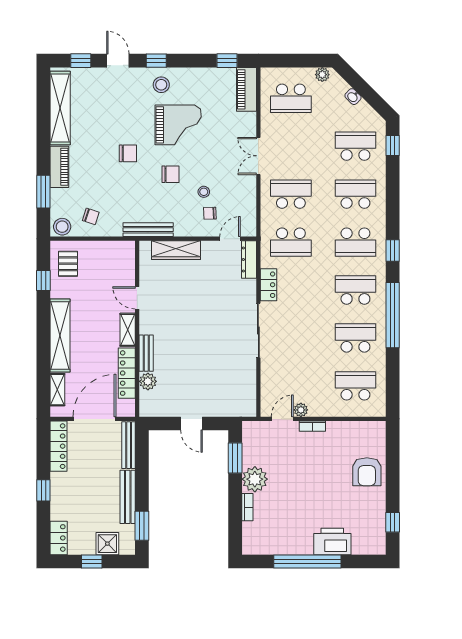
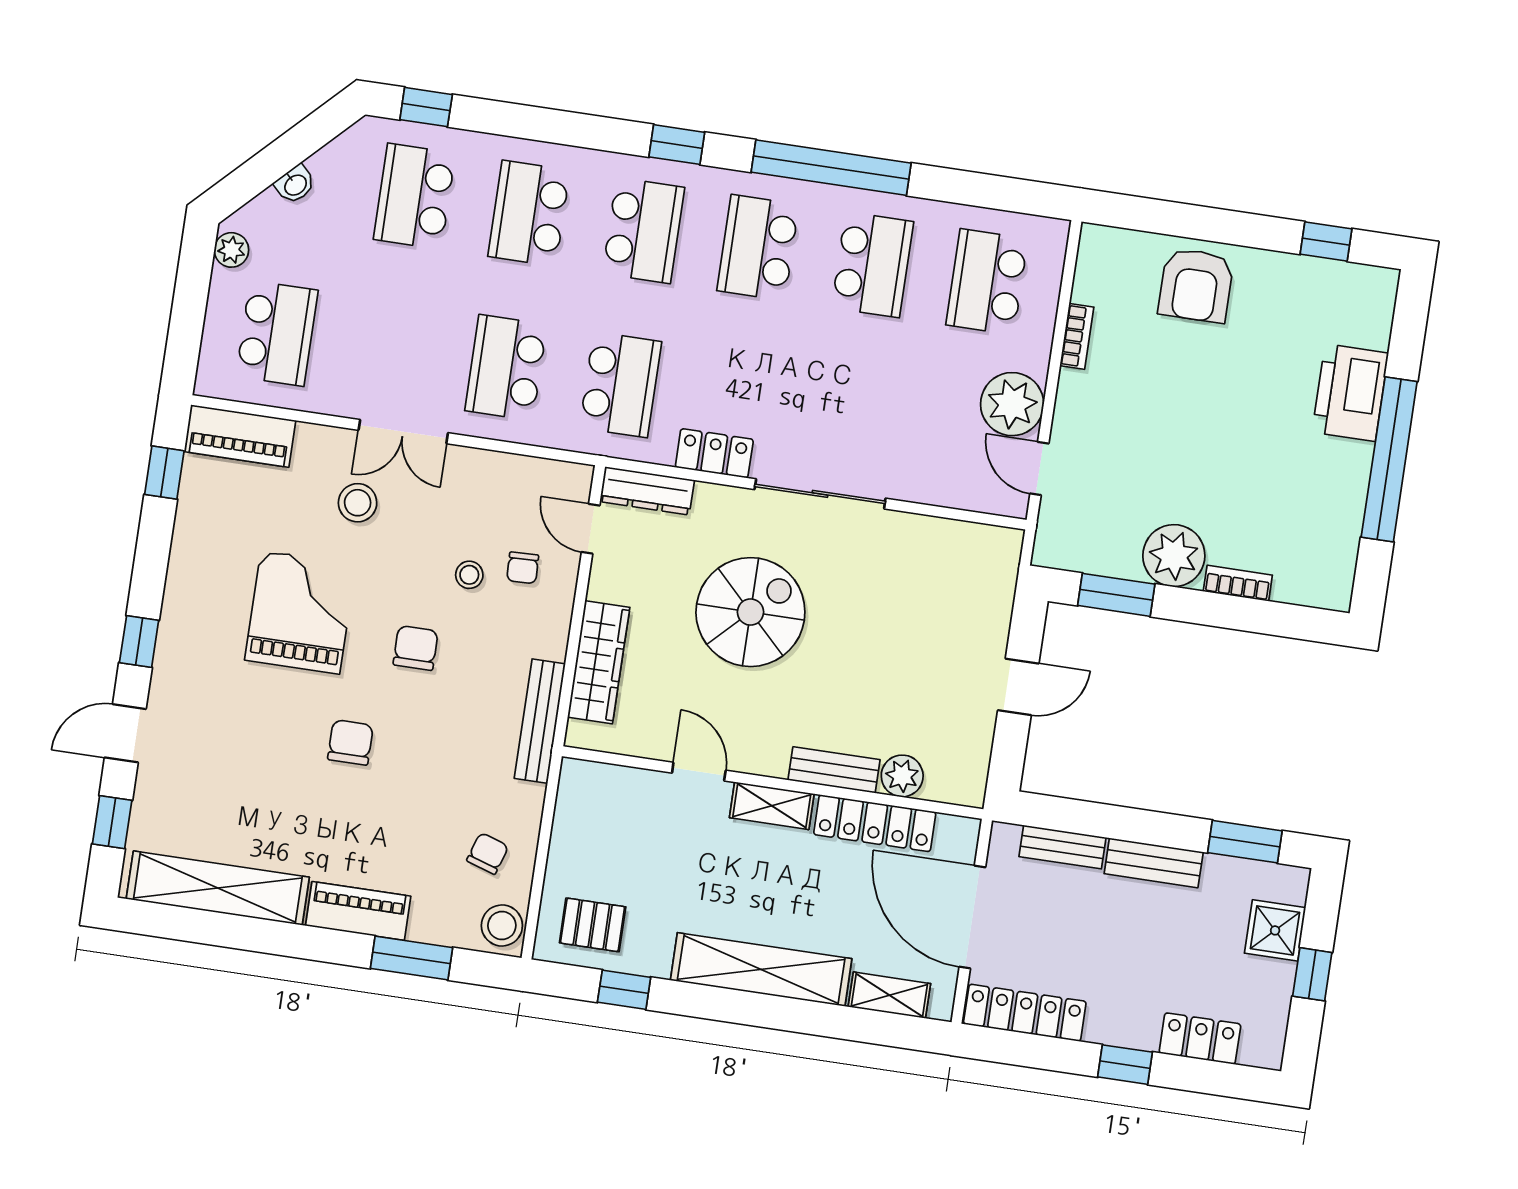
stool: (161, 85) -> (358, 503), moved
door: (137, 298) -> (699, 772), swing flipped
spiral stairs: (206, 309) -> (750, 612), added
school desk: (355, 338) -> (872, 265), turned 180
plant: (301, 410) -> (1012, 404), width x1.87, depth x1.87
bookcase: (312, 426) -> (1077, 336), moved
bench: (129, 445) -> (1062, 847), width x0.73
armchair: (367, 472) -> (1196, 285), turned 90
bench: (128, 497) -> (1154, 863), width x0.73
locker: (59, 538) -> (1200, 1039), moved

